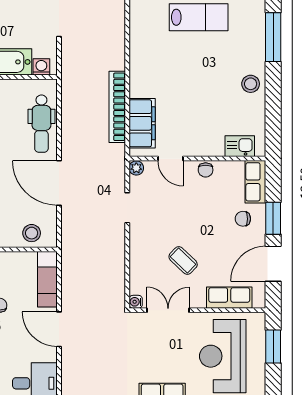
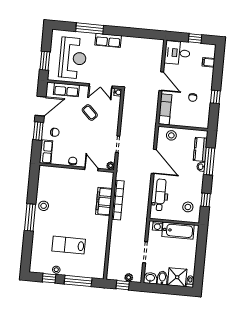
window: (273, 37) -> (30, 217), moved
filing cabinet: (142, 123) -> (104, 201), moved
kitchen sink: (240, 146) -> (53, 172), removed

